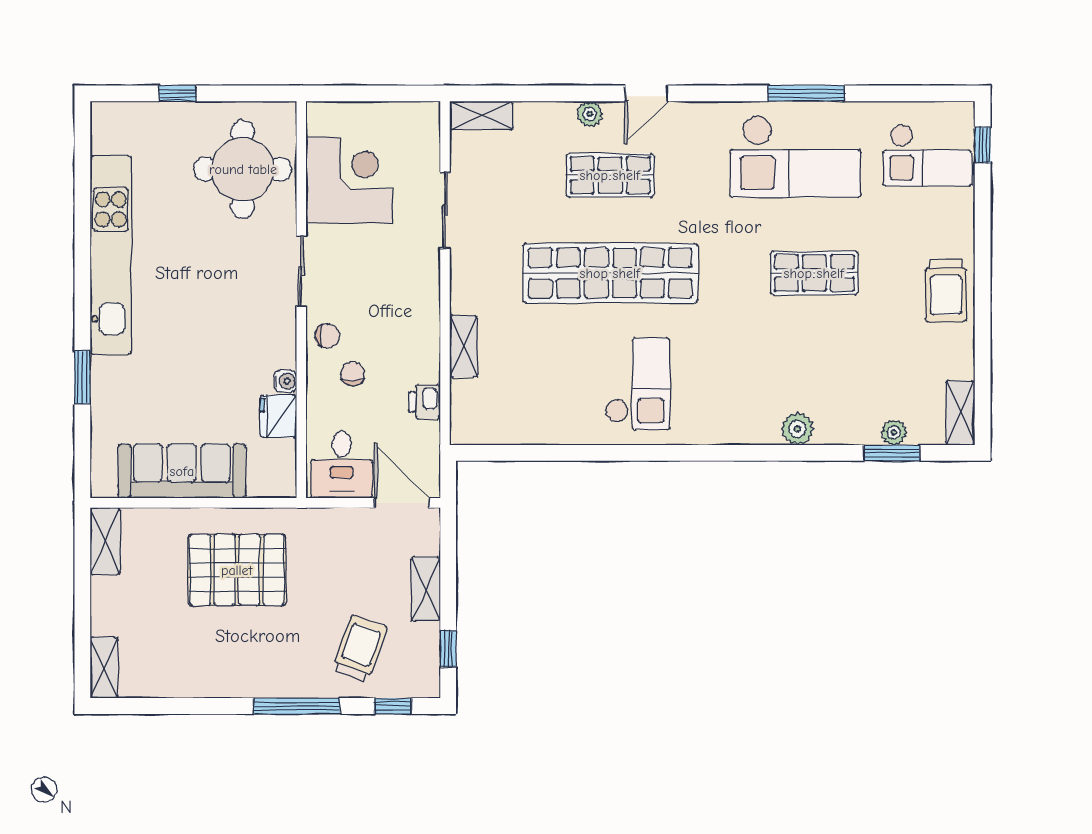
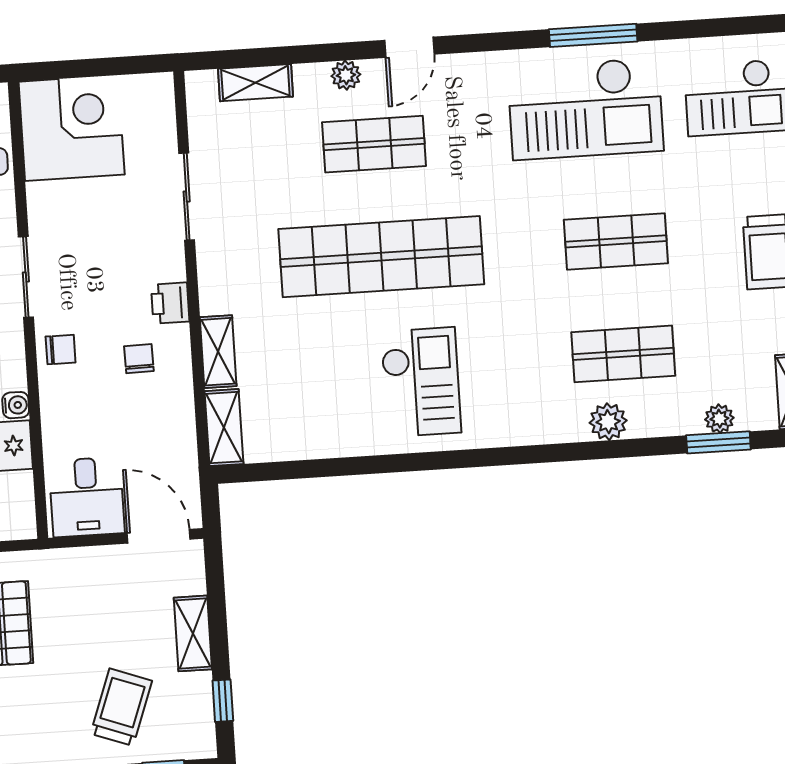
shelving: (481, 115) -> (255, 83), moved
corner desk: (349, 180) -> (72, 128), moved
shop shelf: (814, 371) -> (623, 354), added
chair: (352, 374) -> (139, 359), moved
printer: (425, 402) -> (170, 303), moved
shelving: (464, 412) -> (224, 428), added

